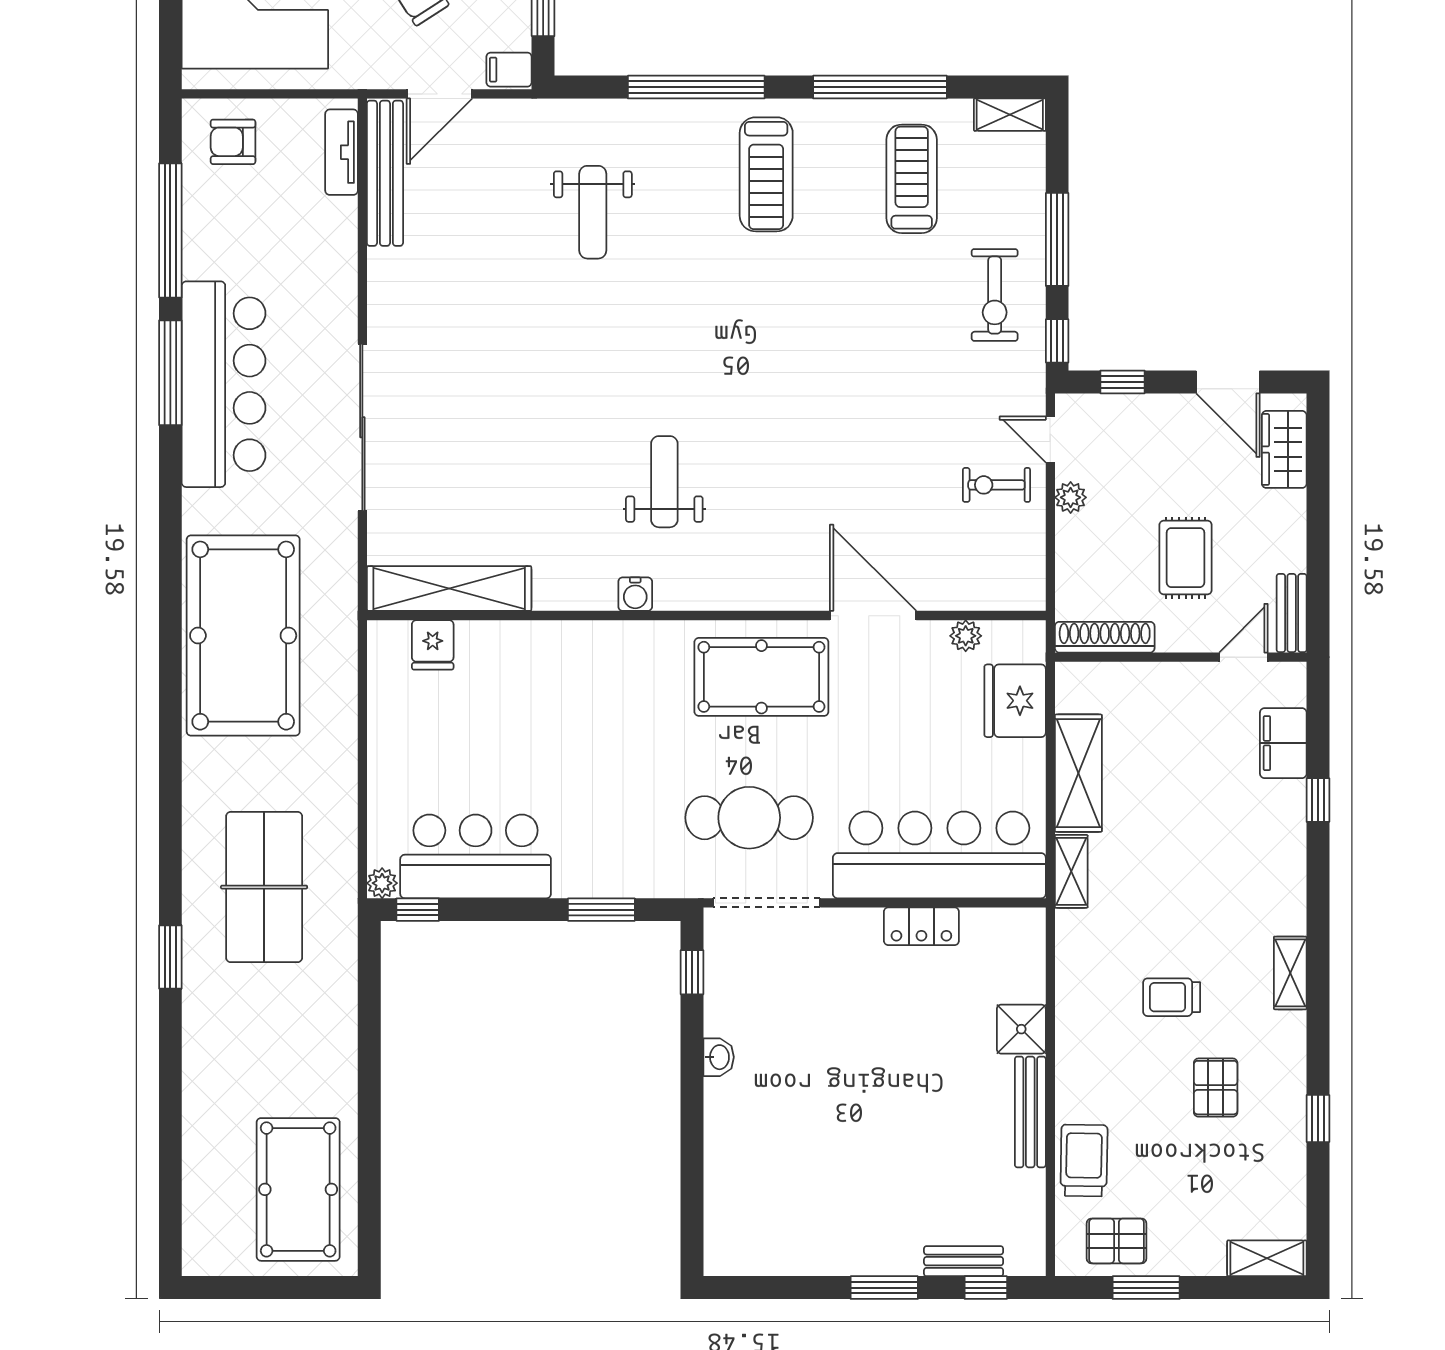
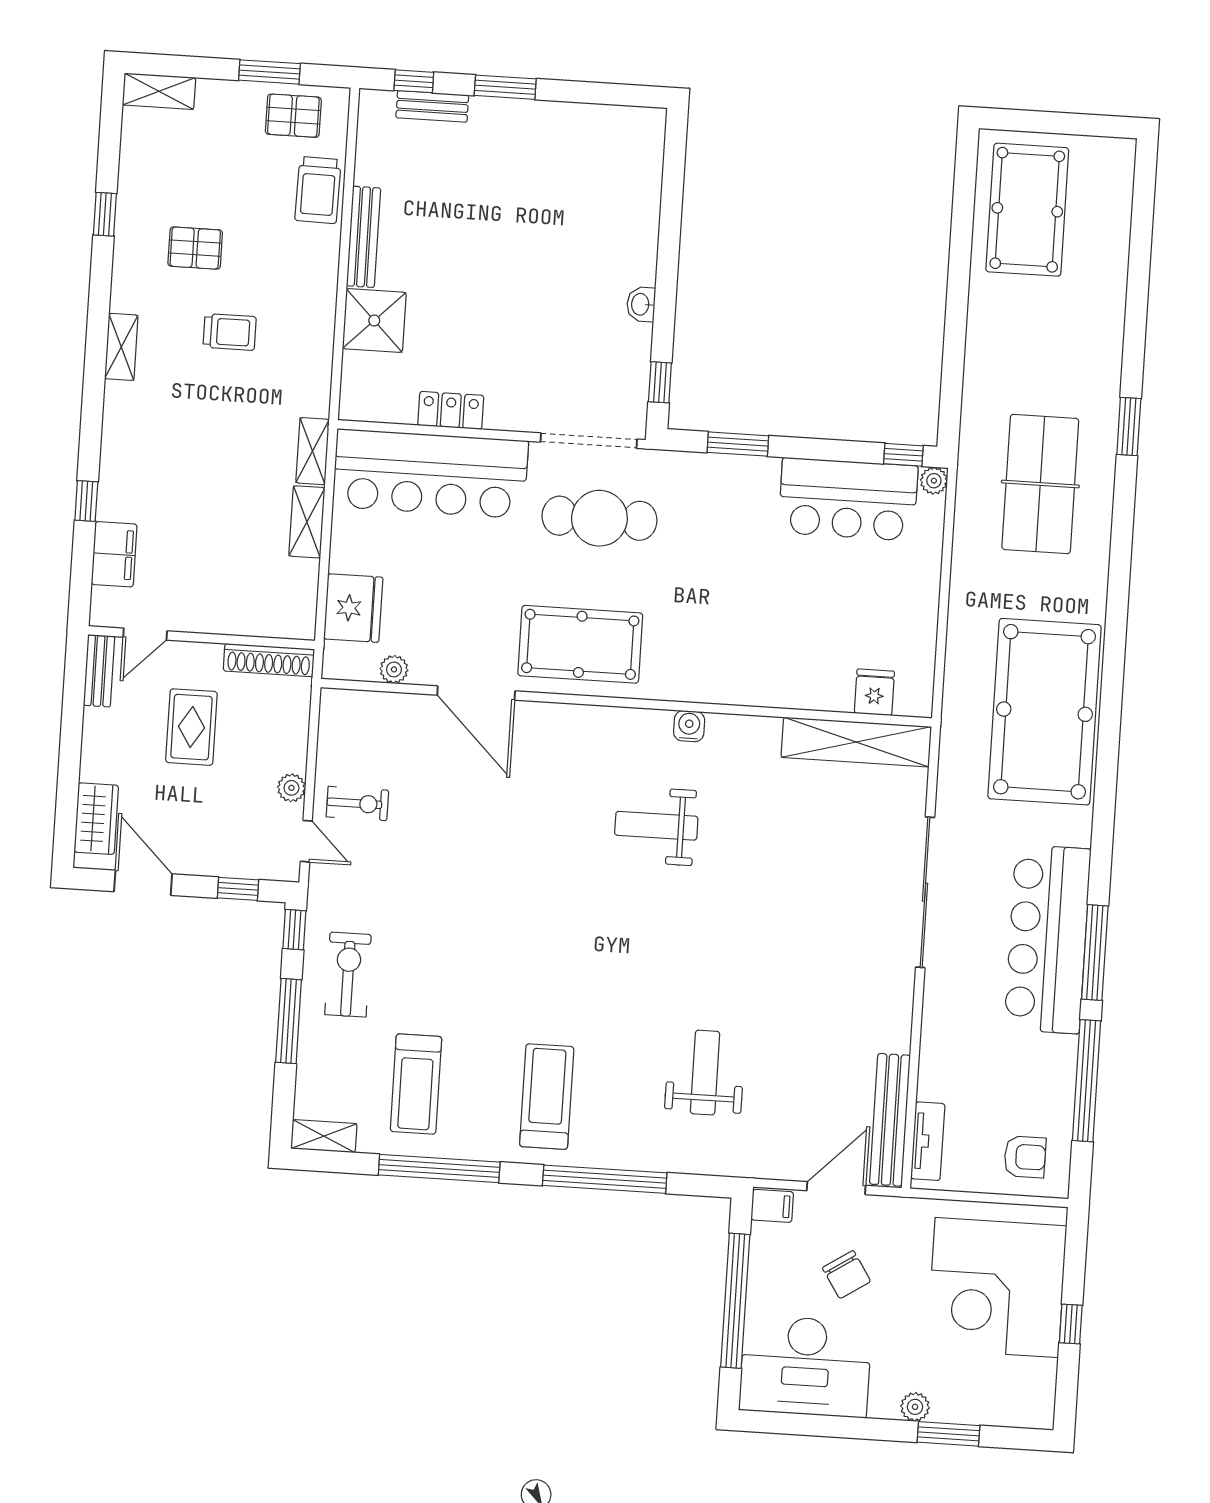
weight bench: (664, 482) -> (656, 826), turned 90
shelving: (1078, 773) -> (307, 522), width x0.67, depth x0.75
shower: (1021, 1029) -> (374, 321), width x1.36, depth x1.36
pallet: (1216, 1088) -> (195, 248), turned 90

